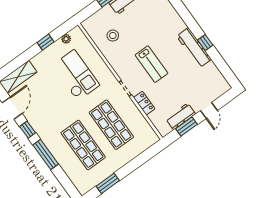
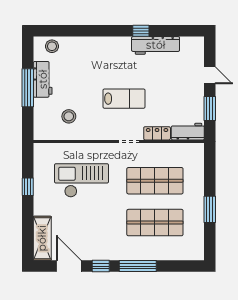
plant: (66, 39) -> (39, 164), removed
workbench: (194, 48) -> (156, 45), moved
workbench: (181, 116) -> (188, 132), moved, turned 90
window: (108, 183) -> (210, 209), moved

